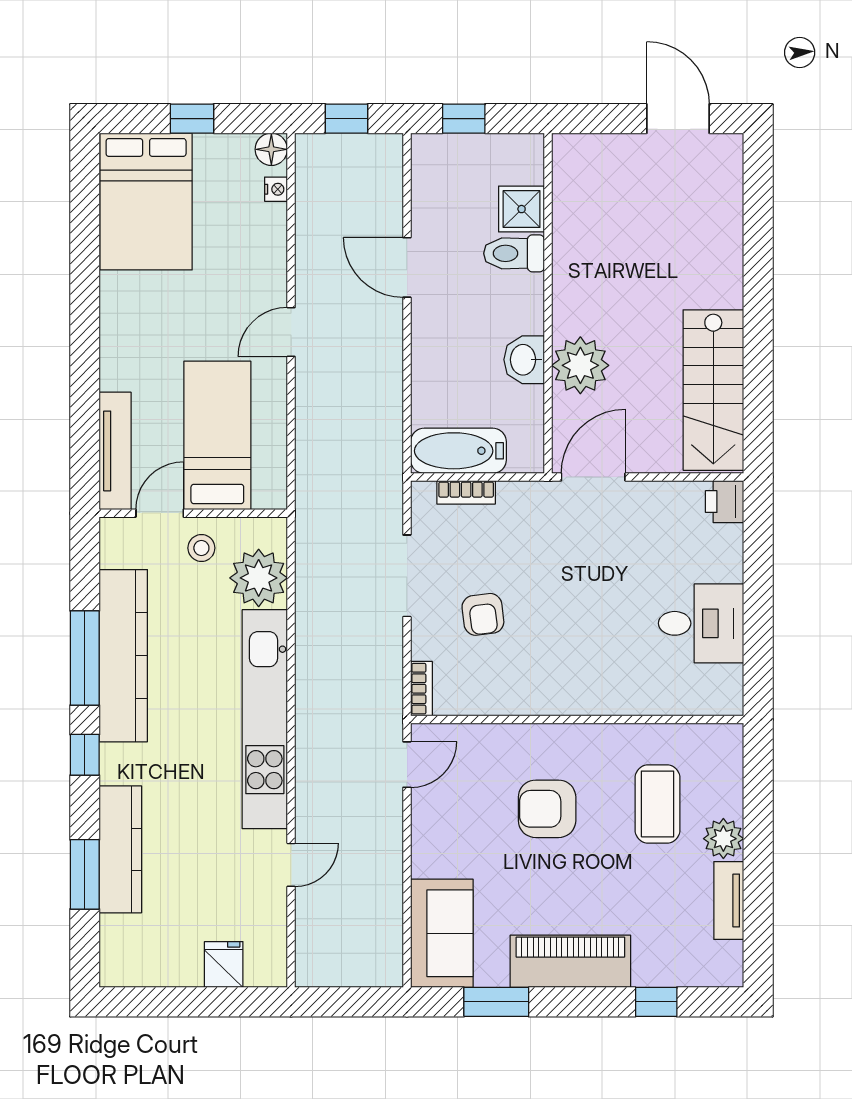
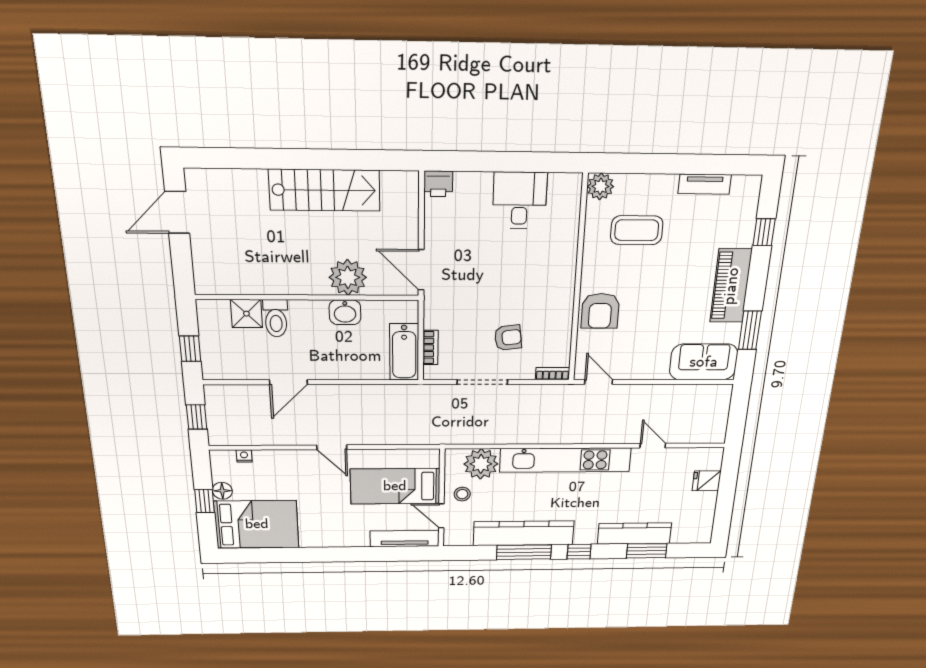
floor lamp: (271, 149) -> (222, 491), moved
stairs: (713, 390) -> (325, 190), moved
armchair: (547, 809) -> (600, 311), moved
plant: (723, 839) -> (600, 186), moved

